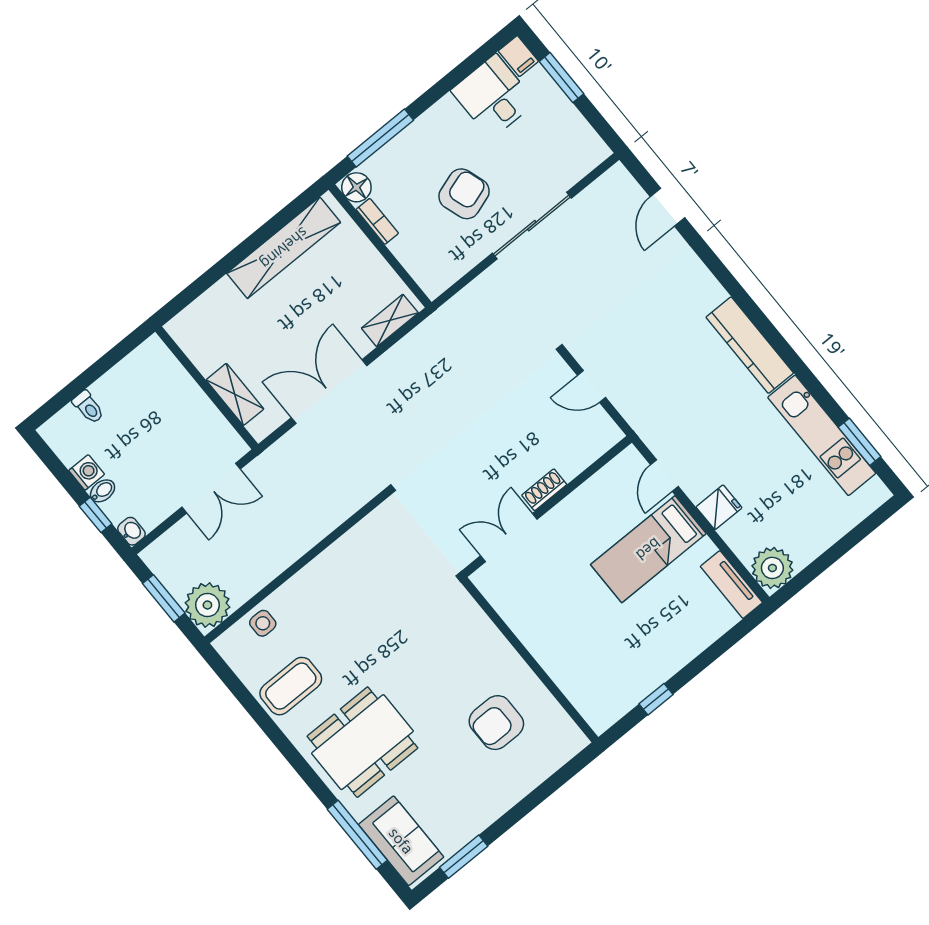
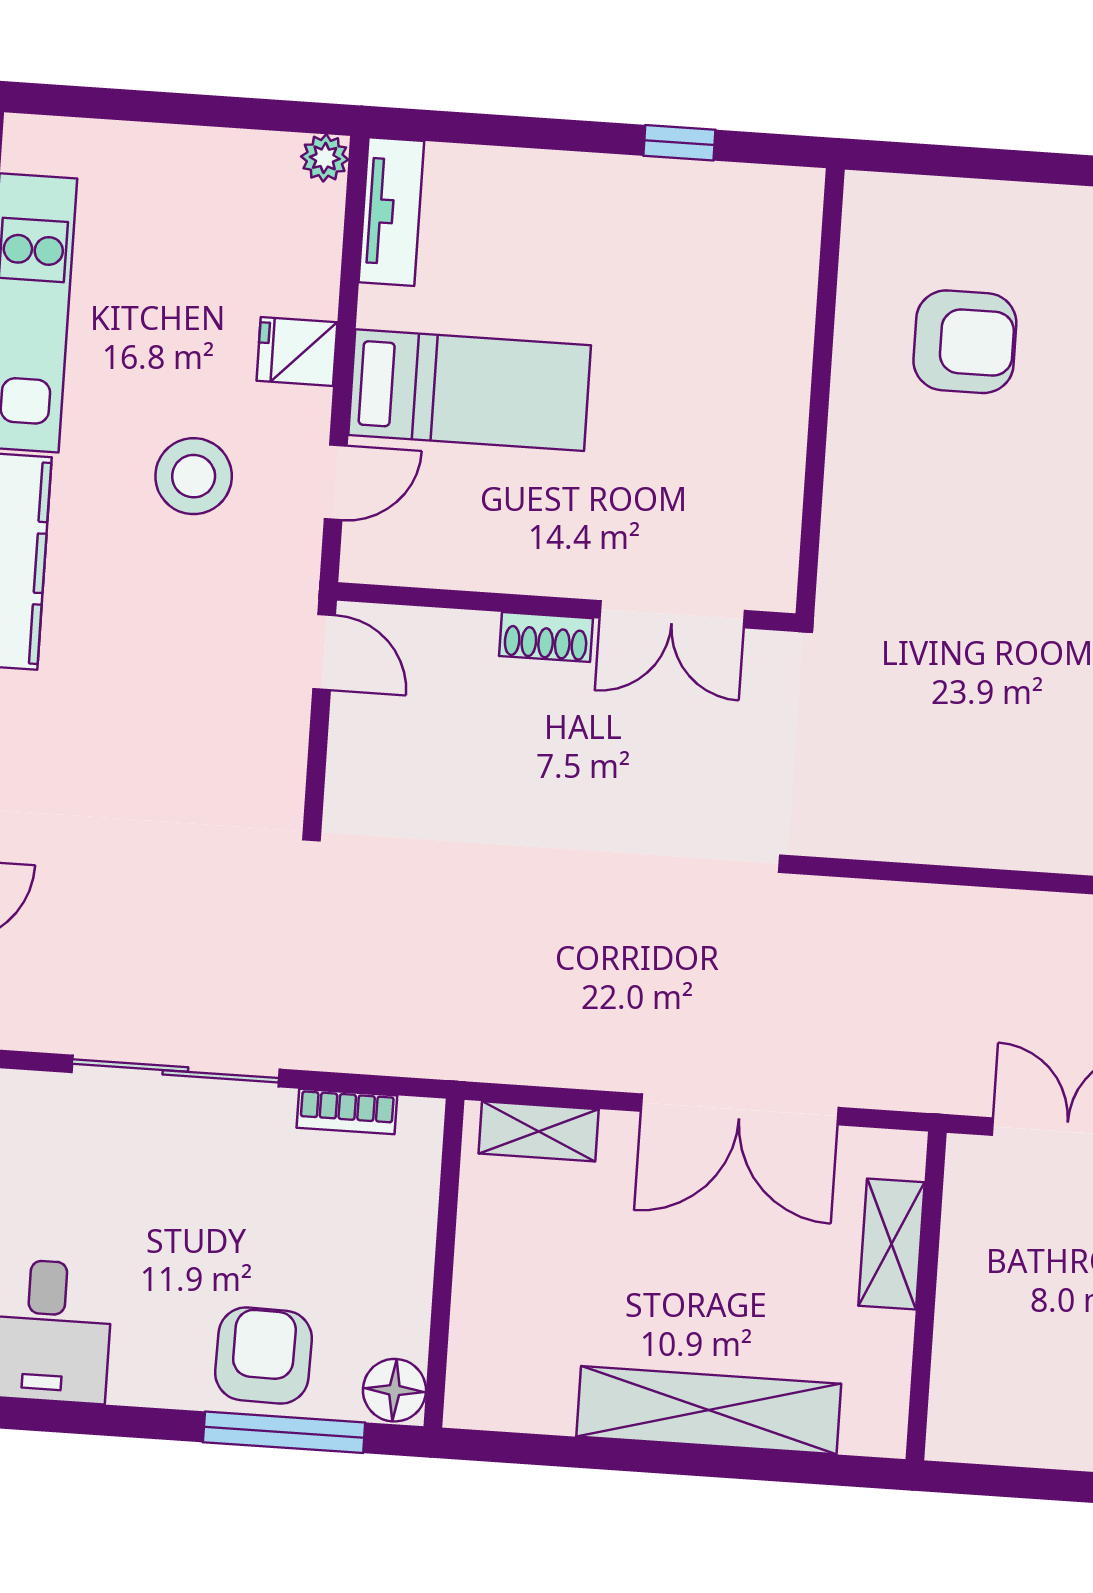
armchair: (464, 194) -> (263, 1356), moved, turned 109
bookcase: (377, 221) -> (347, 1112), moved, turned -90
shelving: (284, 248) -> (709, 1410), moved
door: (591, 386) -> (324, 652), moved
stool: (714, 432) -> (194, 476), added
plant: (772, 568) -> (325, 158), width x0.53, depth x0.53

